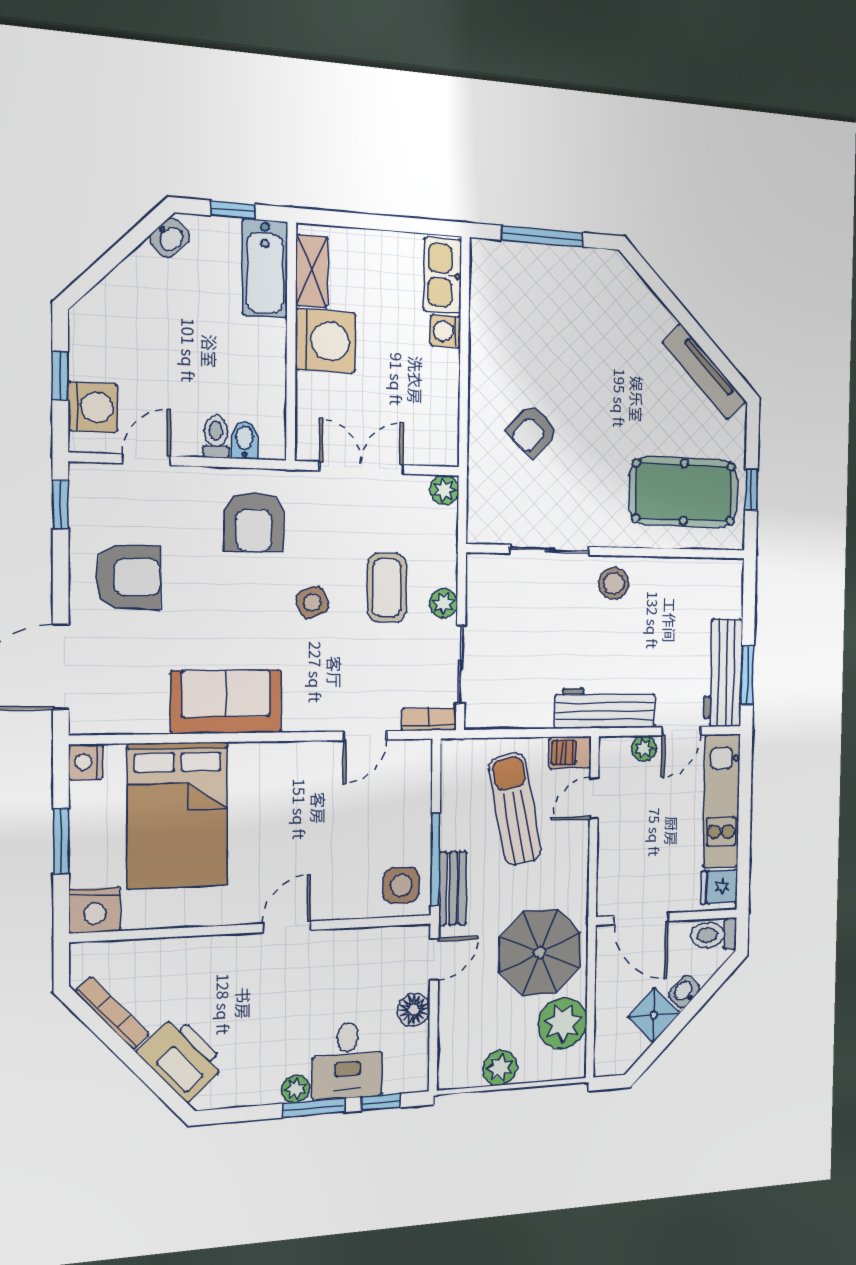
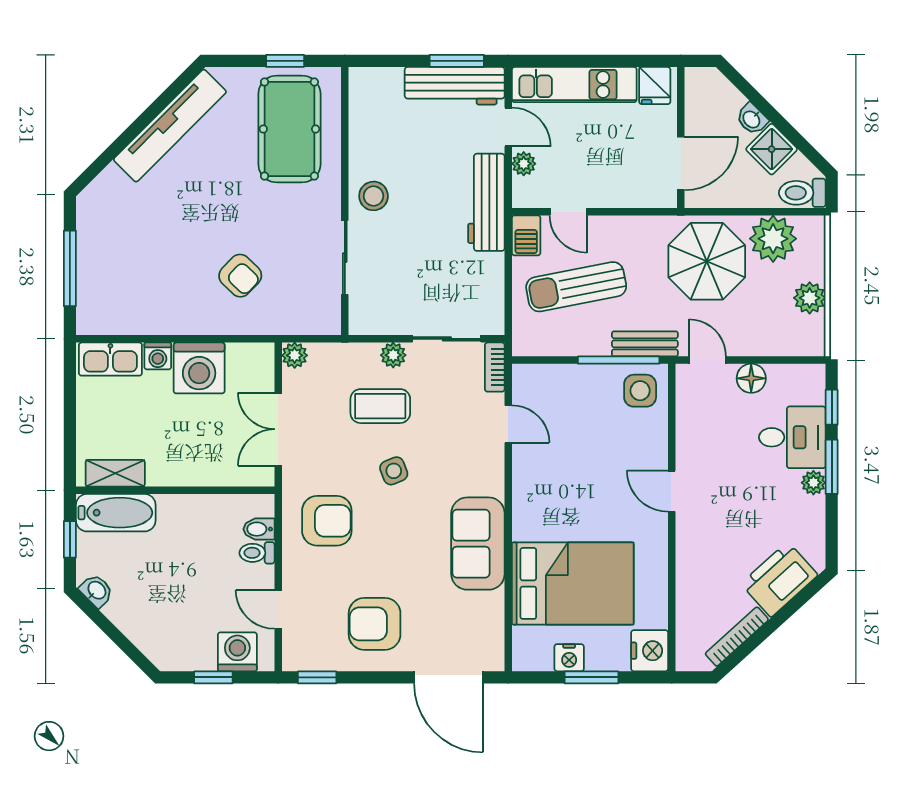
washing machine: (325, 341) -> (199, 368), moved, turned 180
tv unit: (704, 372) -> (170, 126), width x1.36, depth x1.29
armchair: (128, 577) -> (375, 624), turned -90
nightstand: (86, 762) -> (569, 658), moved
toilet: (714, 935) -> (802, 193), moved, turned 90

